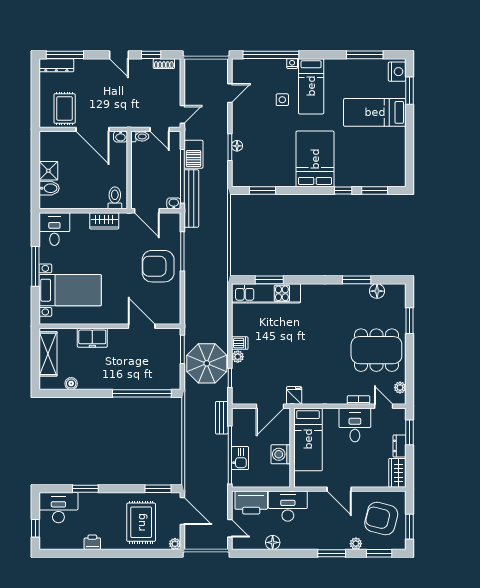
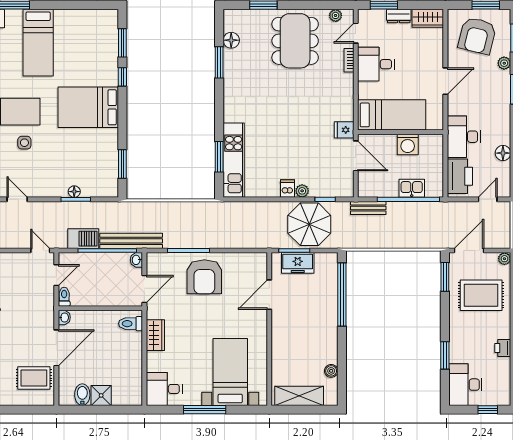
bidet: (49, 188) -> (82, 395), moved
freezer: (92, 338) -> (298, 263), moved, turned 90

